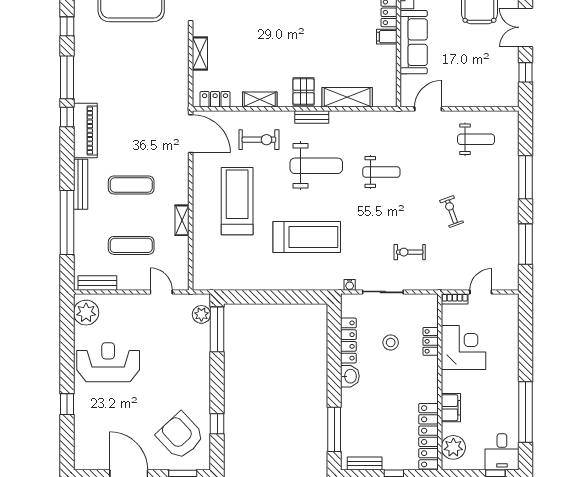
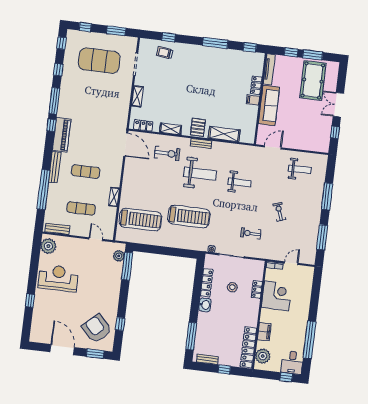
treadmill: (237, 201) -> (140, 220), moved, turned 90

